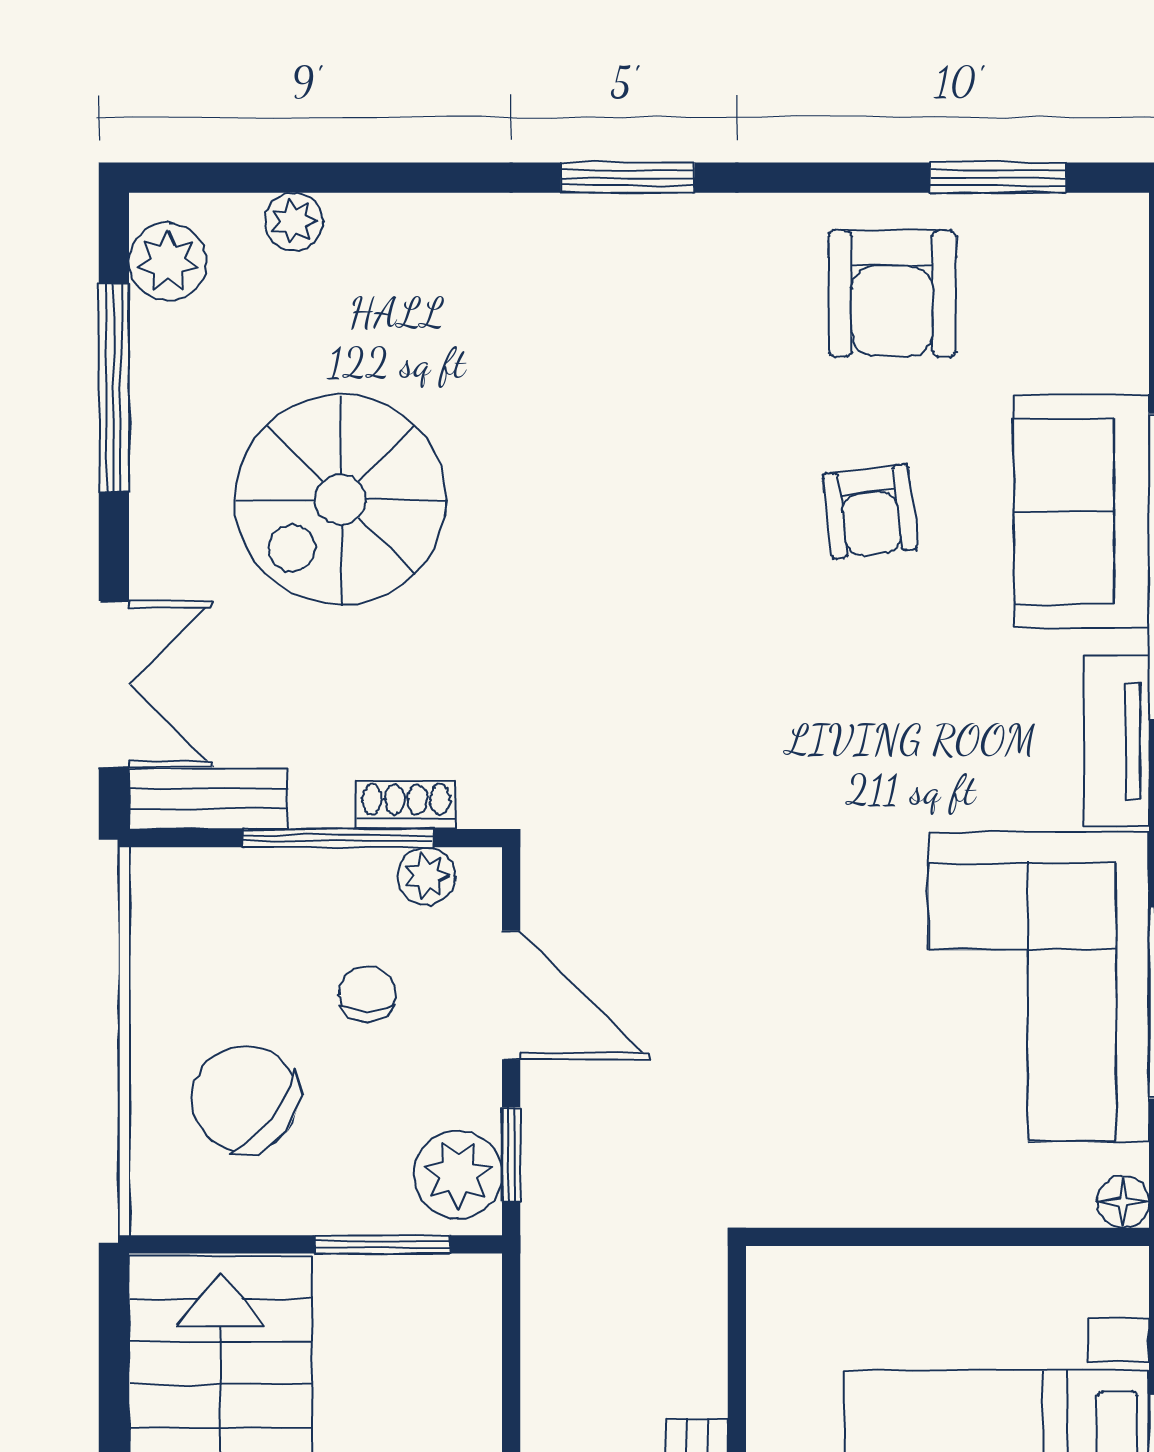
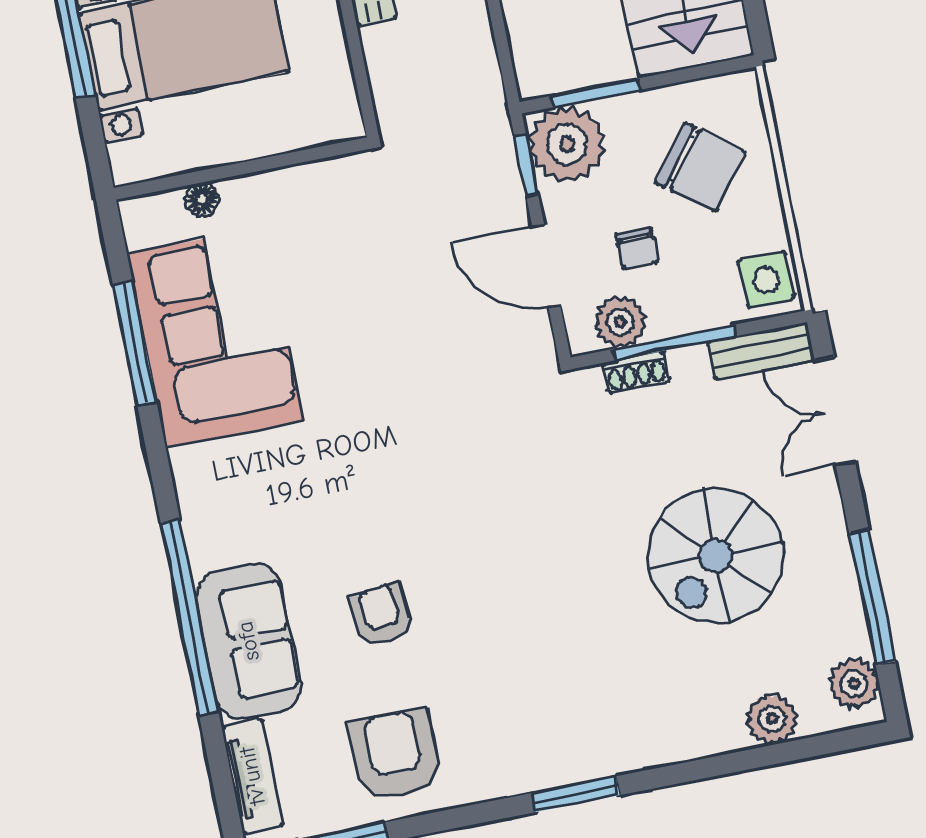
plant: (294, 222) -> (772, 719), width x1.38, depth x1.38
spiral stairs: (340, 500) -> (716, 556), turned 180
tv unit: (1117, 741) -> (252, 776), moved
plant: (426, 876) -> (620, 322), width x1.38, depth x1.38
side table: (179, 906) -> (766, 280), added
plant: (458, 1175) -> (567, 144), width x1.36, depth x1.36
floor lamp: (1123, 1202) -> (202, 199), moved

